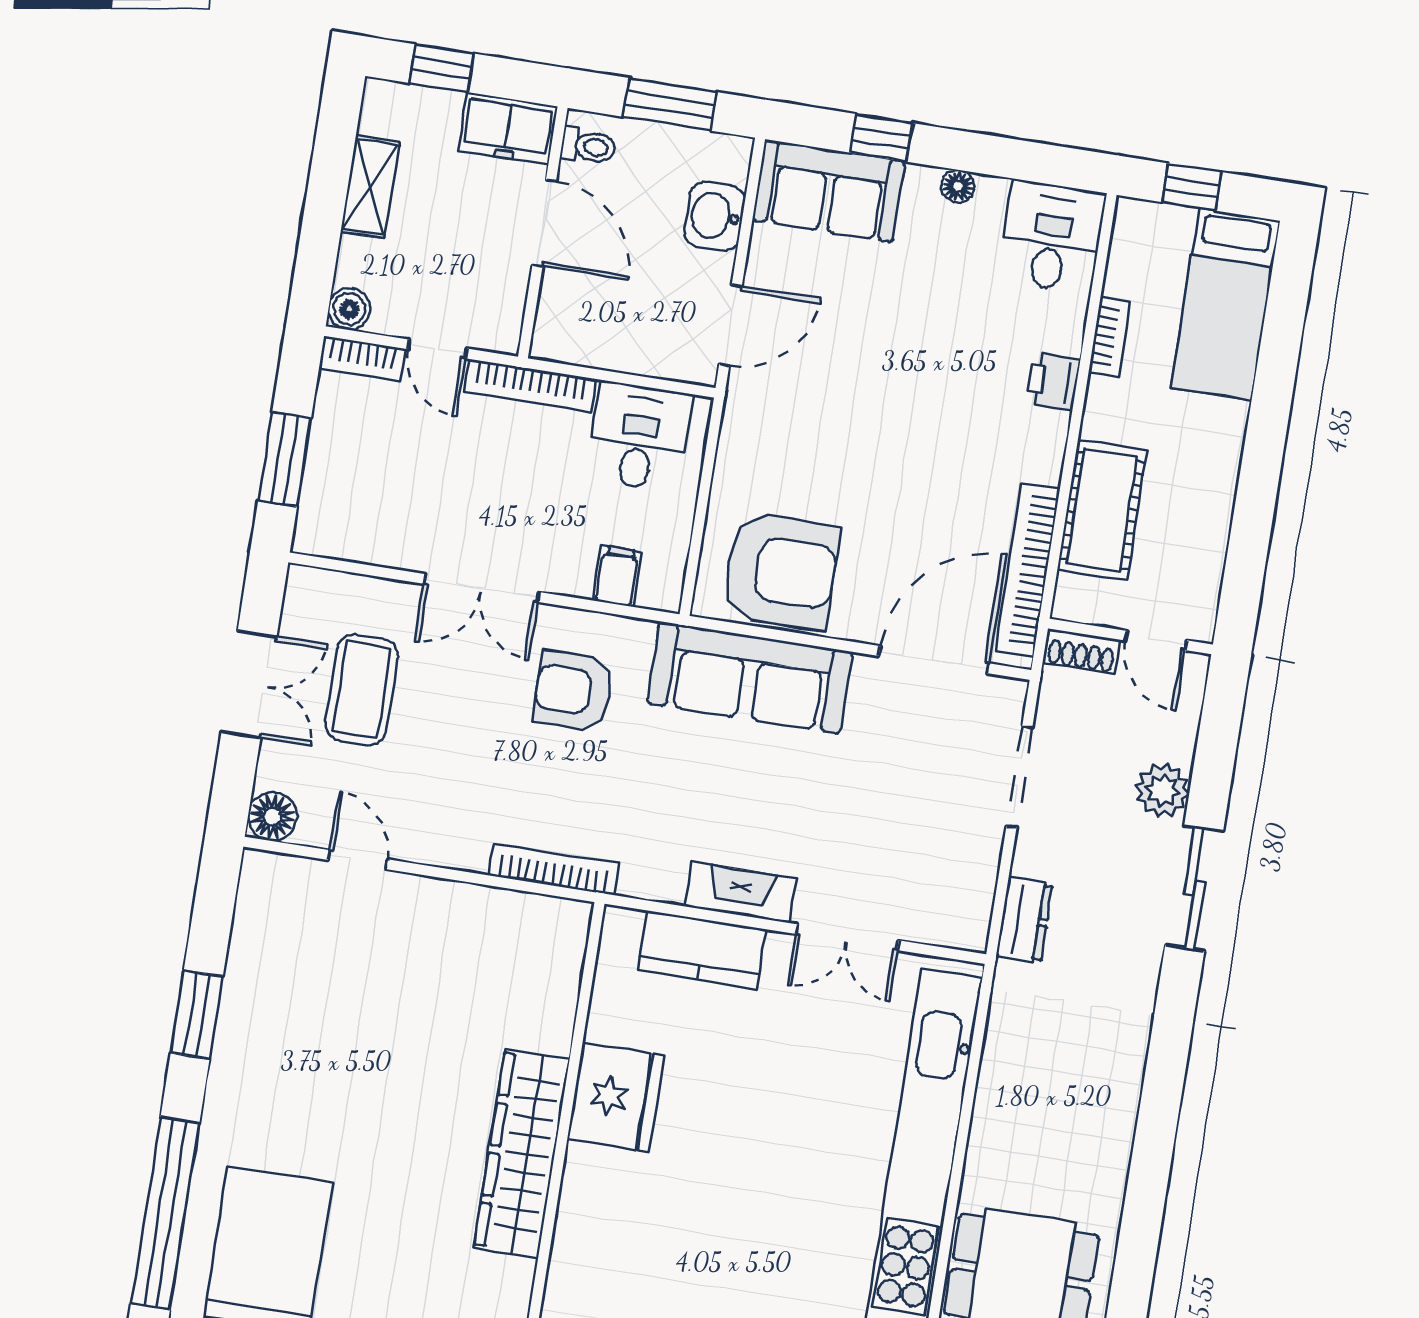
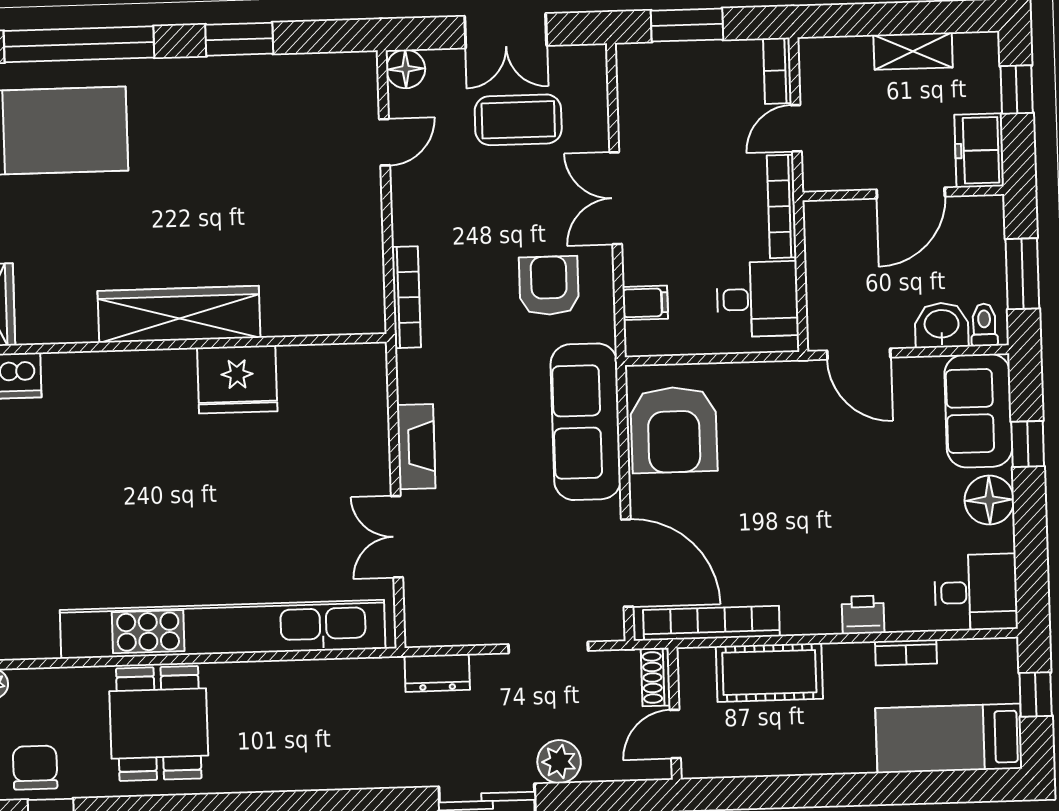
toilet: (588, 146) -> (984, 325), moved, turned 180
floor lamp: (958, 186) -> (989, 500), width x1.89, depth x1.89
boiler: (349, 309) -> (814, 53), removed
kitchen counter: (702, 950) -> (365, 425), removed

